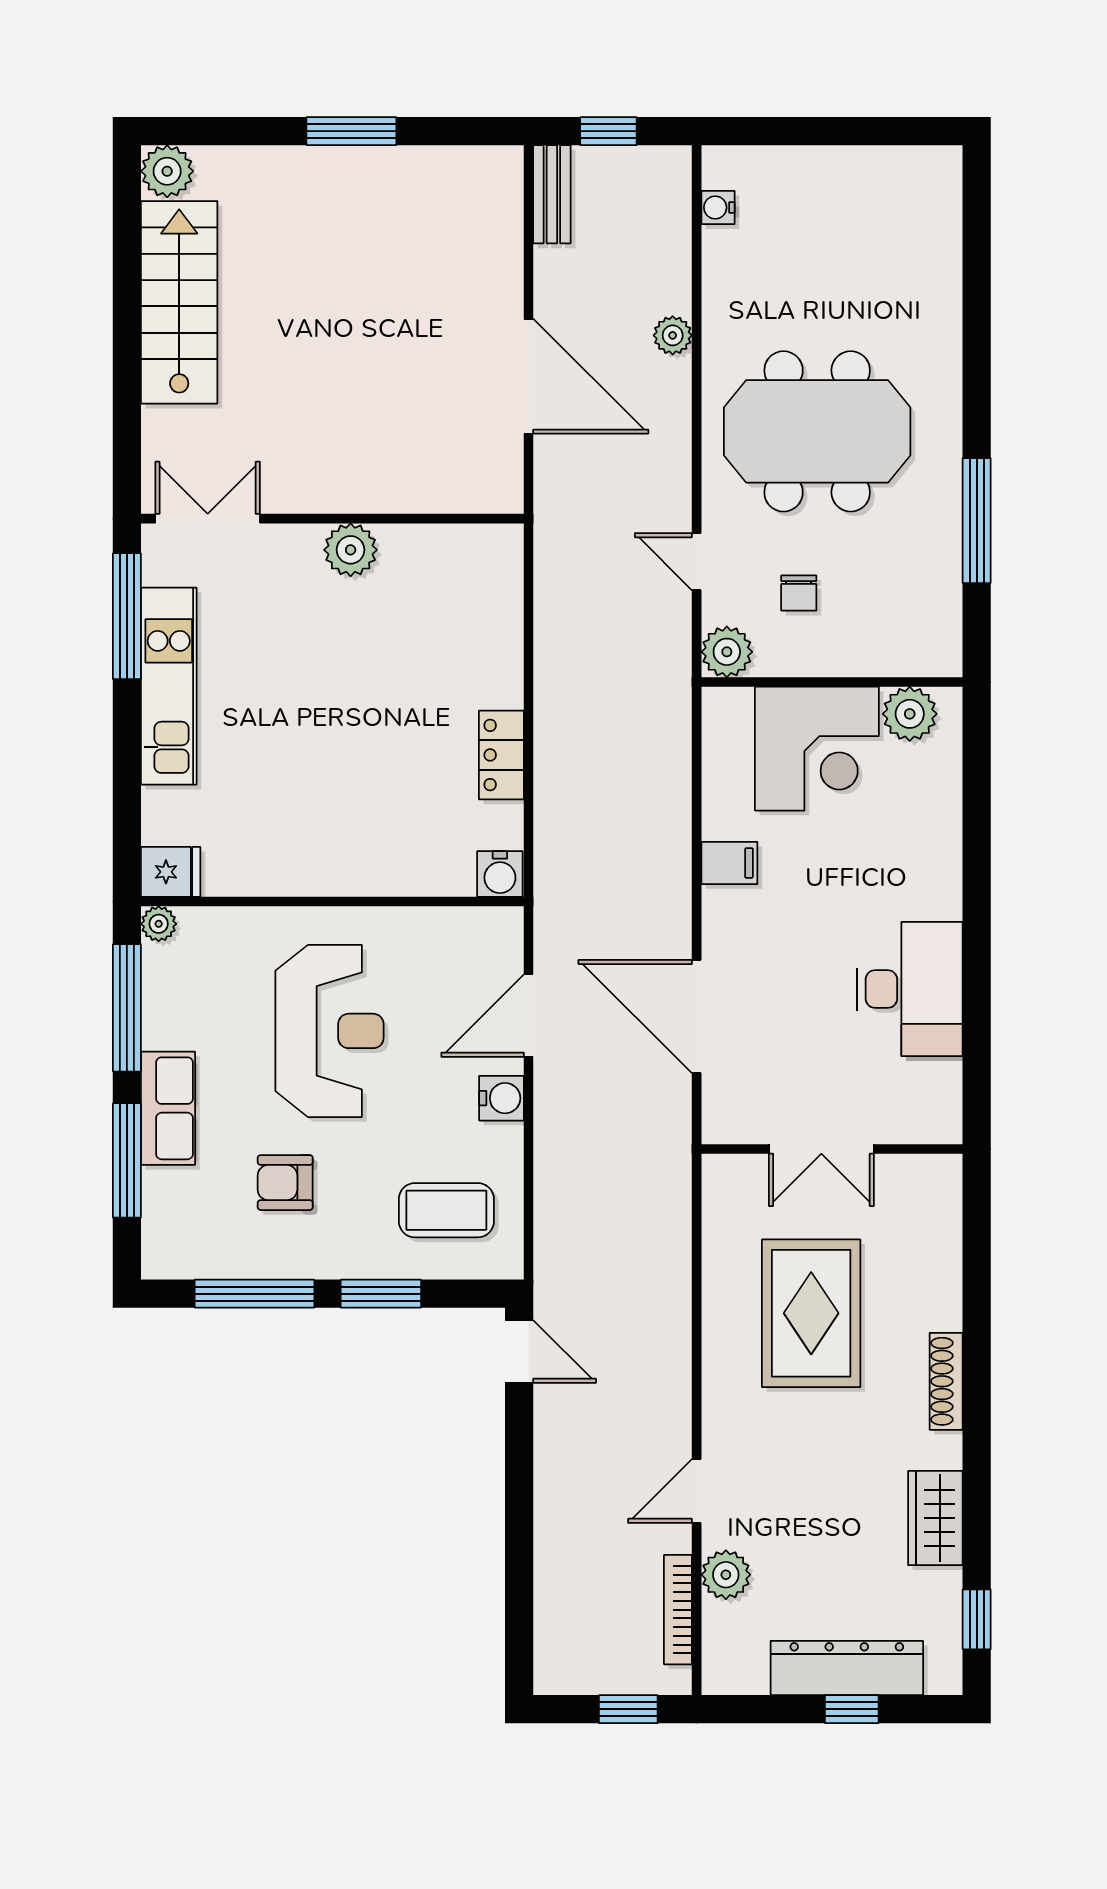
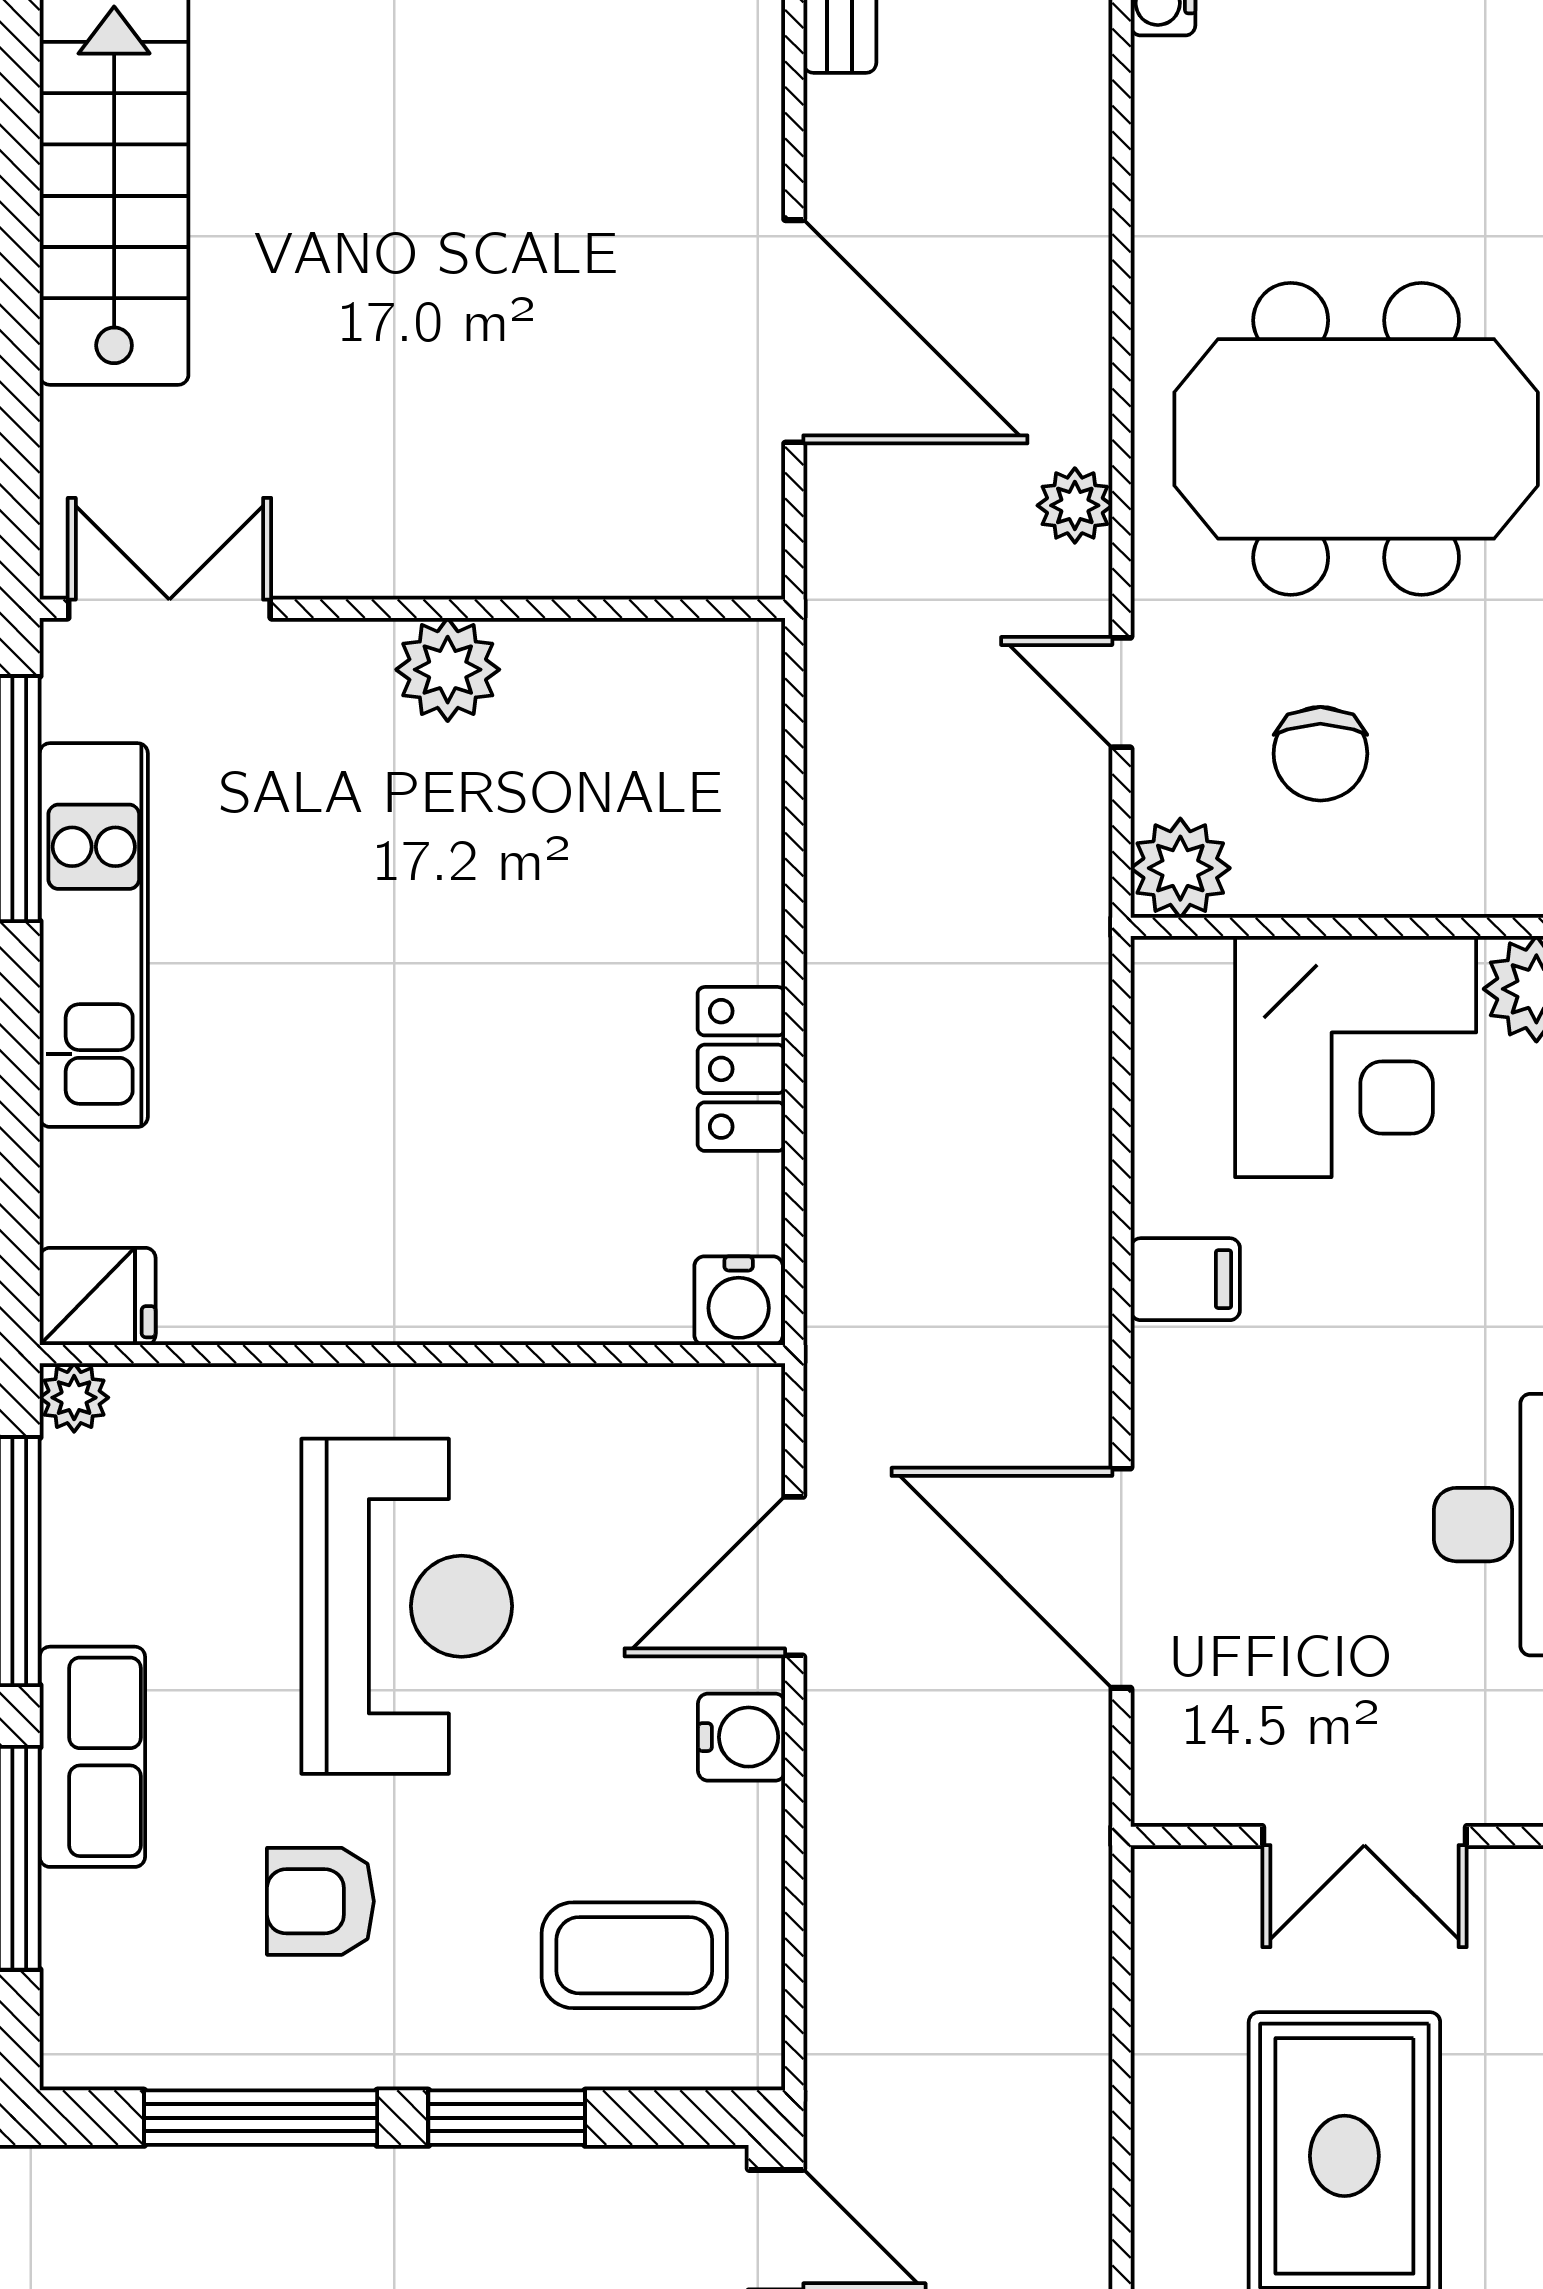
plant: (673, 335) -> (1075, 505), moved
chair: (799, 593) -> (1320, 754), width x1.37, depth x1.37

